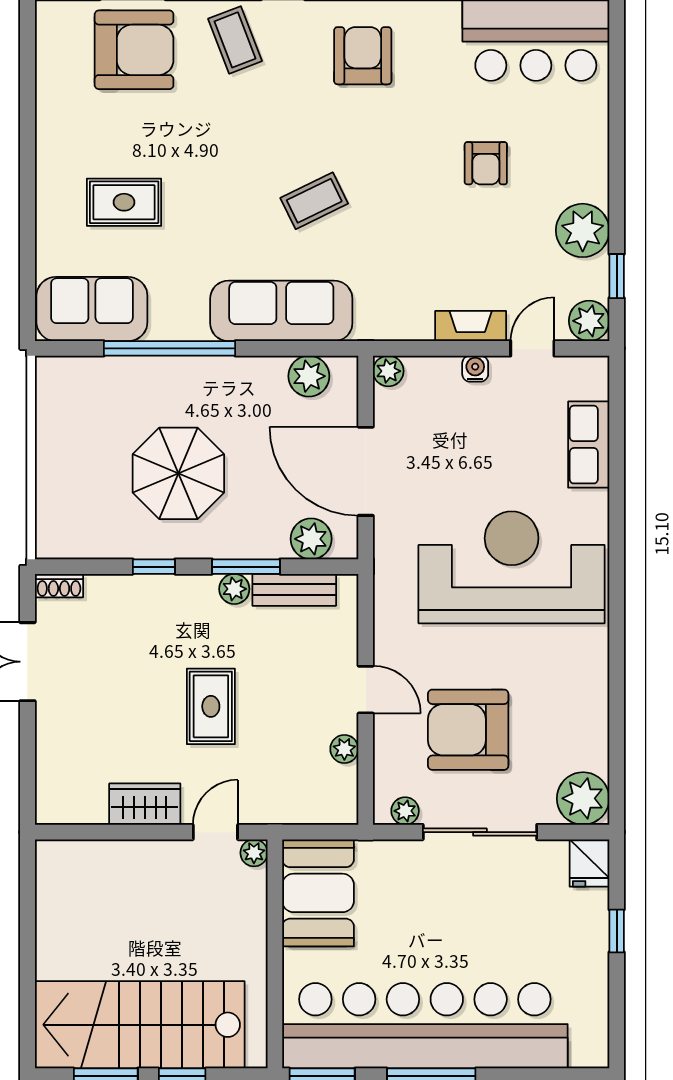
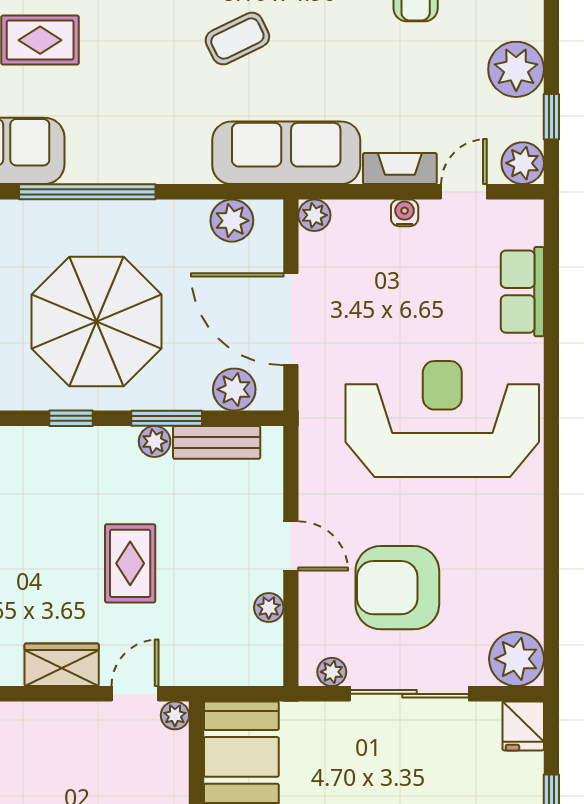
sofa: (281, 311) -> (286, 153), moved
parasol: (178, 473) -> (96, 322), width x1.36, depth x1.36

